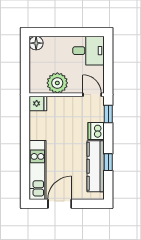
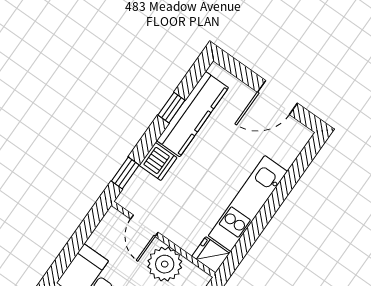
door: (92, 95) -> (144, 226), moved
kitchen unit: (37, 170) -> (248, 204), moved

